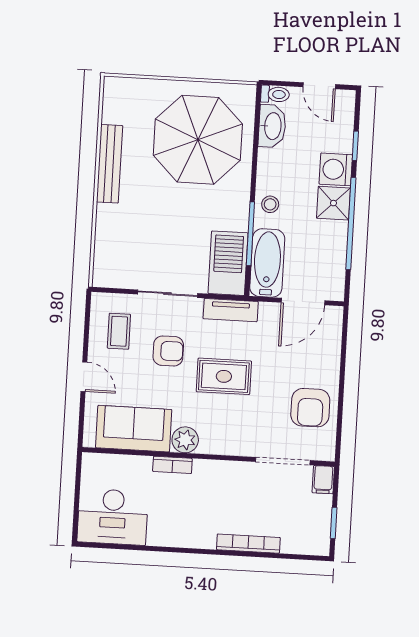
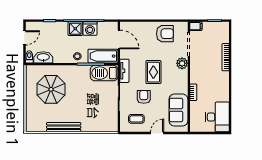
parasol: (198, 140) -> (51, 89), width x0.73, depth x0.73
washing machine: (336, 169) -> (90, 29), moved
plant: (185, 440) -> (182, 63), moved

